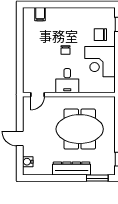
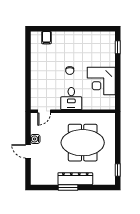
chair: (100, 35) -> (101, 56), removed
water cooler: (28, 162) -> (35, 139), moved
window: (97, 178) -> (68, 187), moved

